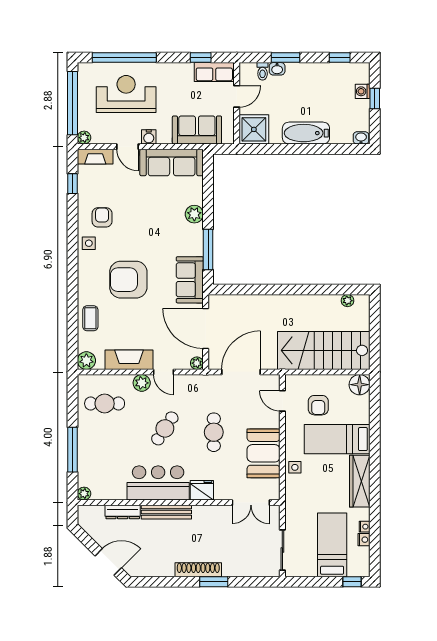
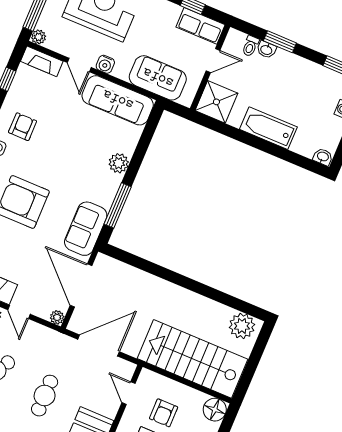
plant: (347, 301) -> (242, 326), width x1.88, depth x1.88

